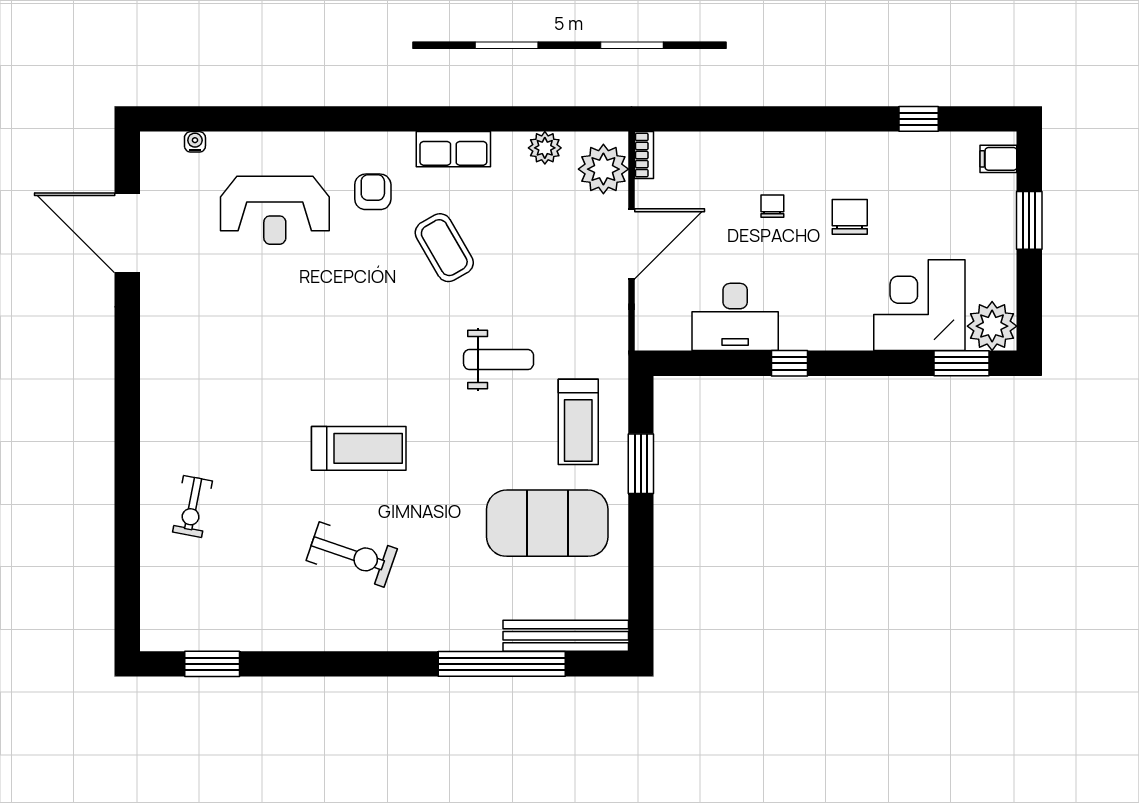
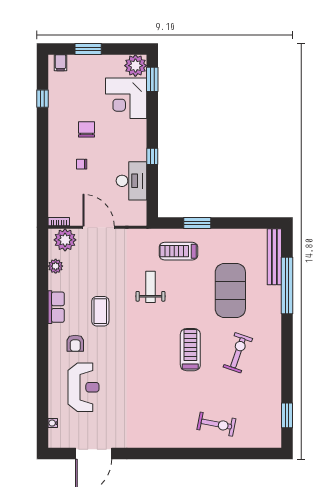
armchair: (373, 192) -> (75, 343), turned -90
chair: (850, 217) -> (87, 129), turned 90
coffee table: (444, 248) -> (100, 311), turned -60
treadmill: (578, 422) -> (178, 251), turned 180
exercise bike: (193, 506) -> (216, 424), width x1.38, depth x1.39
exercise mat: (547, 523) -> (230, 290), moved

